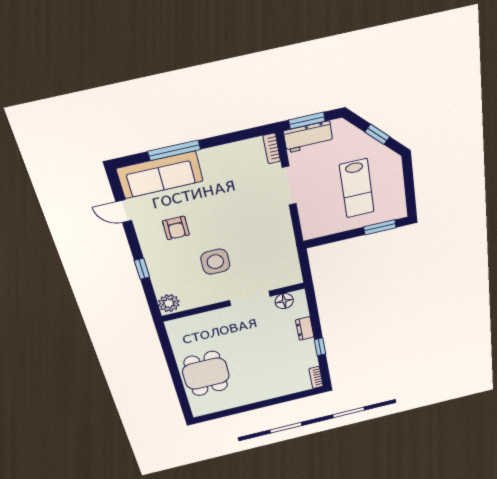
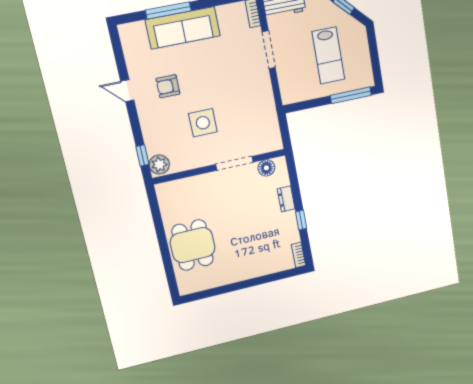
sofa: (160, 175) -> (183, 28), moved
door: (124, 211) -> (127, 91), moved
window: (380, 227) -> (351, 95), width x1.44
armchair: (176, 228) -> (168, 86), turned 90
window: (142, 269) -> (142, 155), moved

